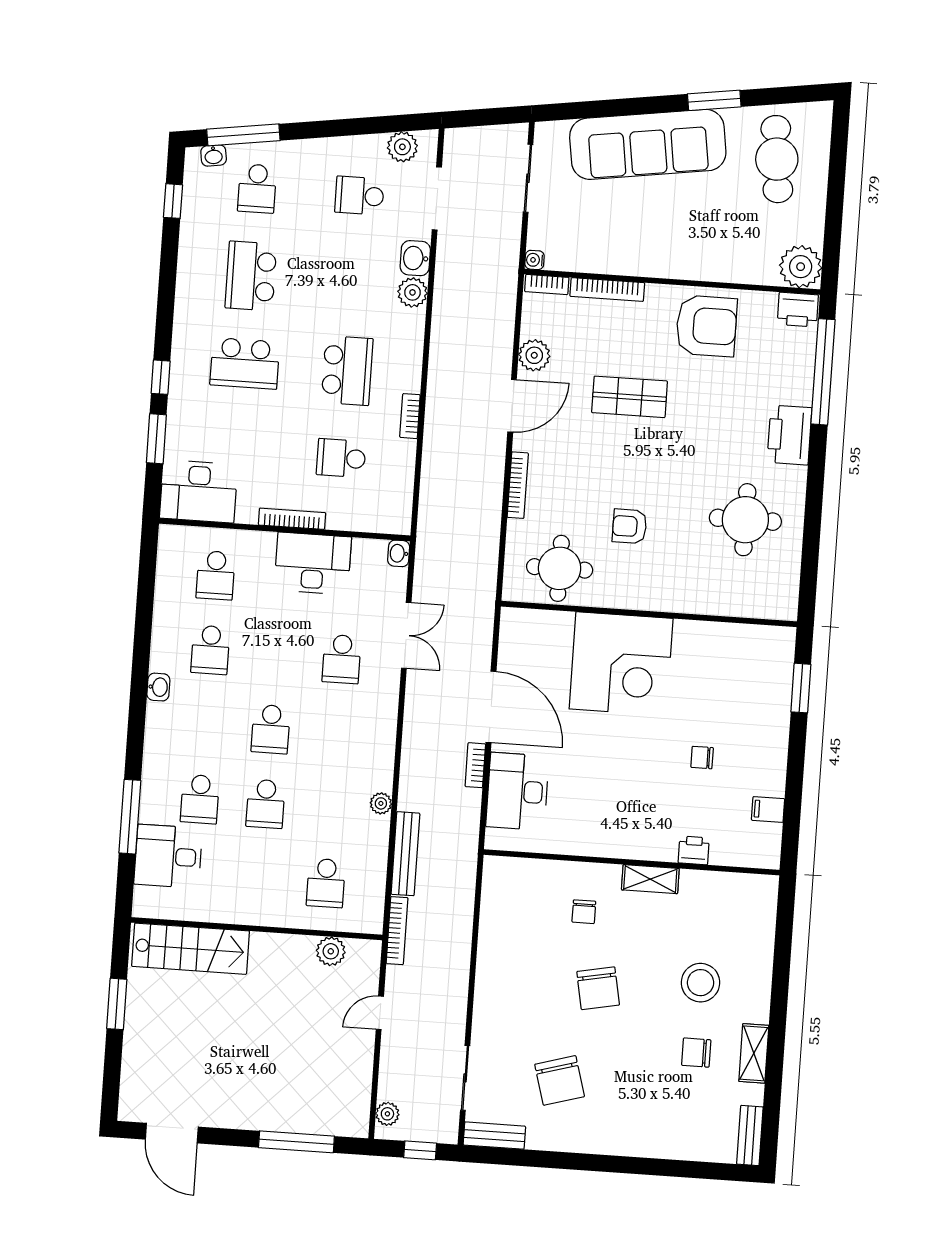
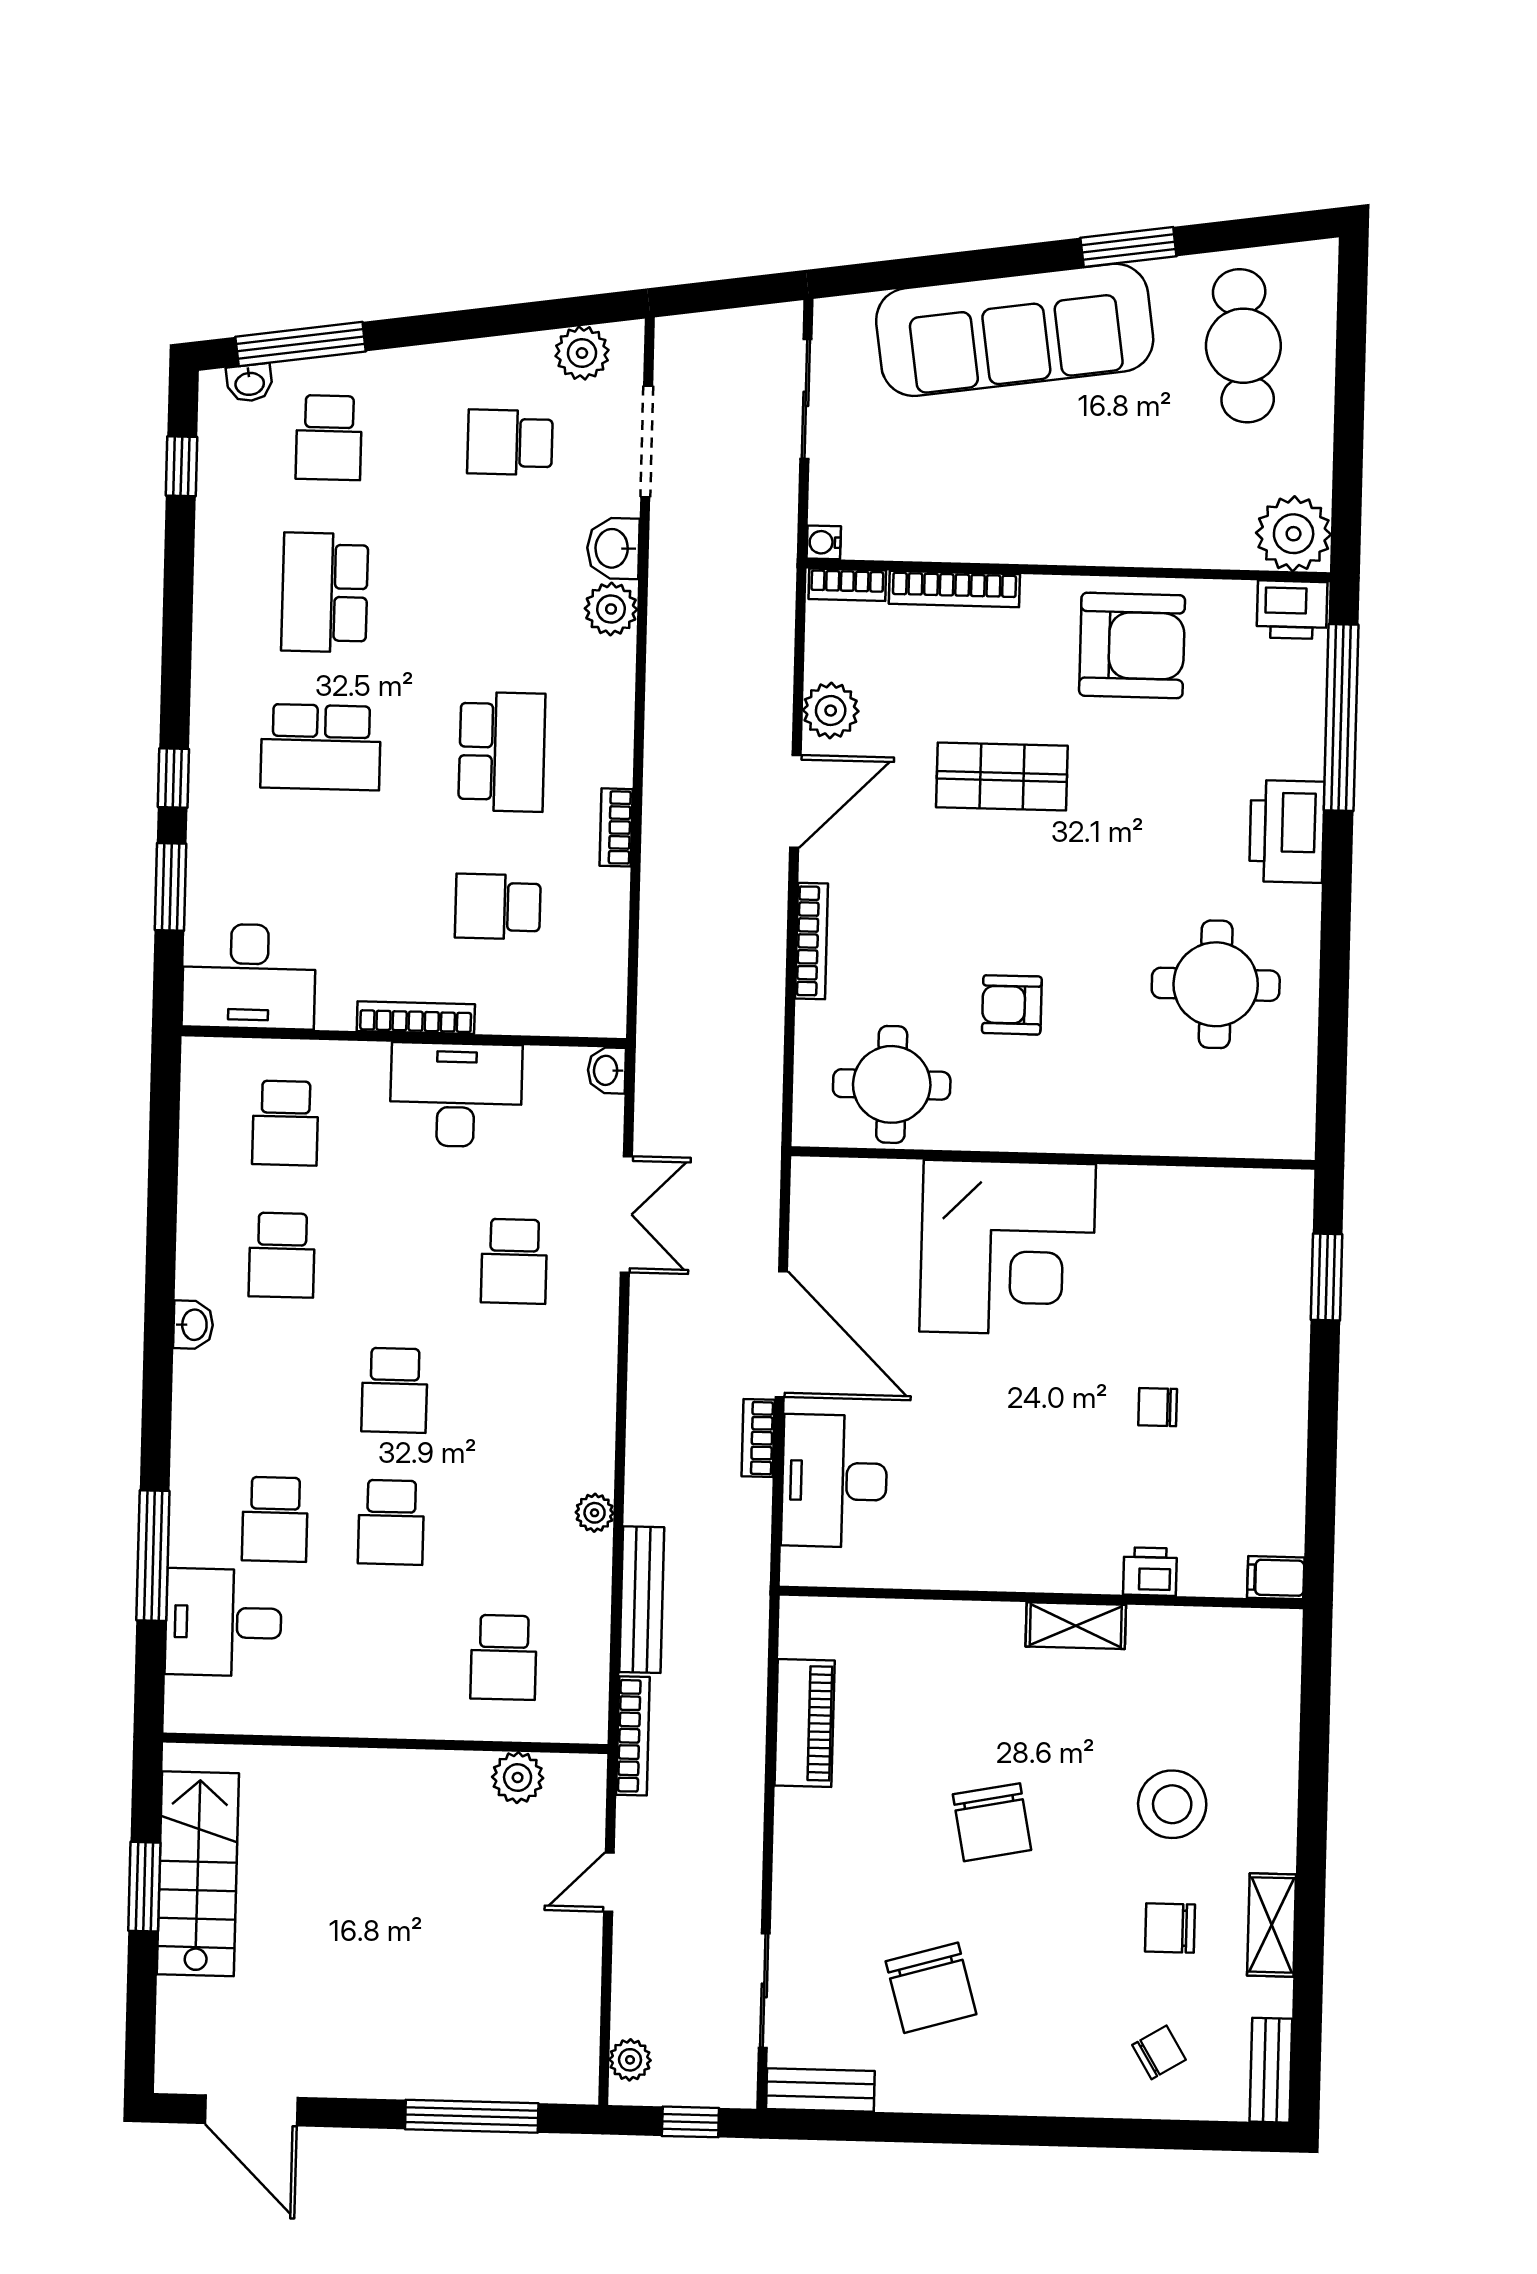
filing cabinet: (768, 809) -> (1276, 1578), moved
chair: (584, 912) -> (1159, 2052), moved, turned -121
piano: (494, 928) -> (805, 1723), added
stairs: (191, 949) -> (198, 1874), moved, turned -90

